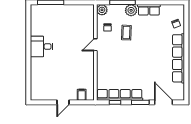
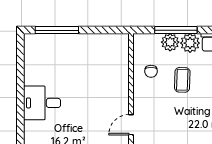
plant: (102, 10) -> (170, 42), moved
door: (95, 45) -> (131, 125), moved

